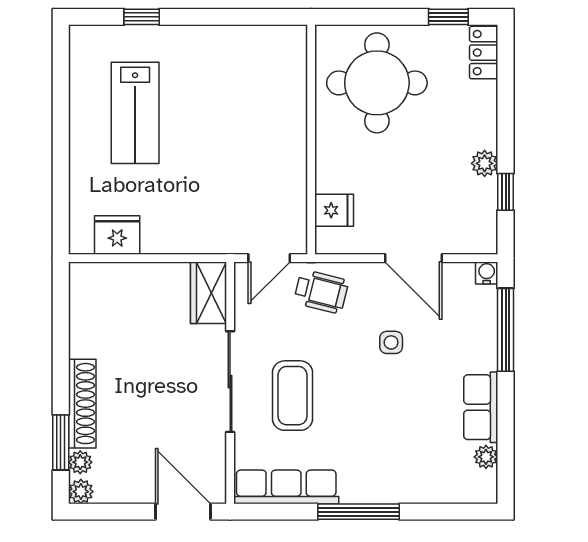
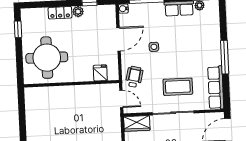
locker: (484, 53) -> (60, 13), moved

